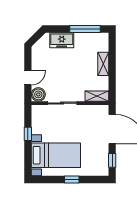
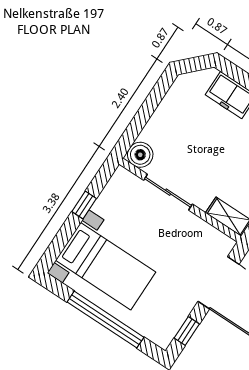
door: (28, 78) -> (141, 119), removed
window: (72, 179) -> (106, 320), width x3.17

